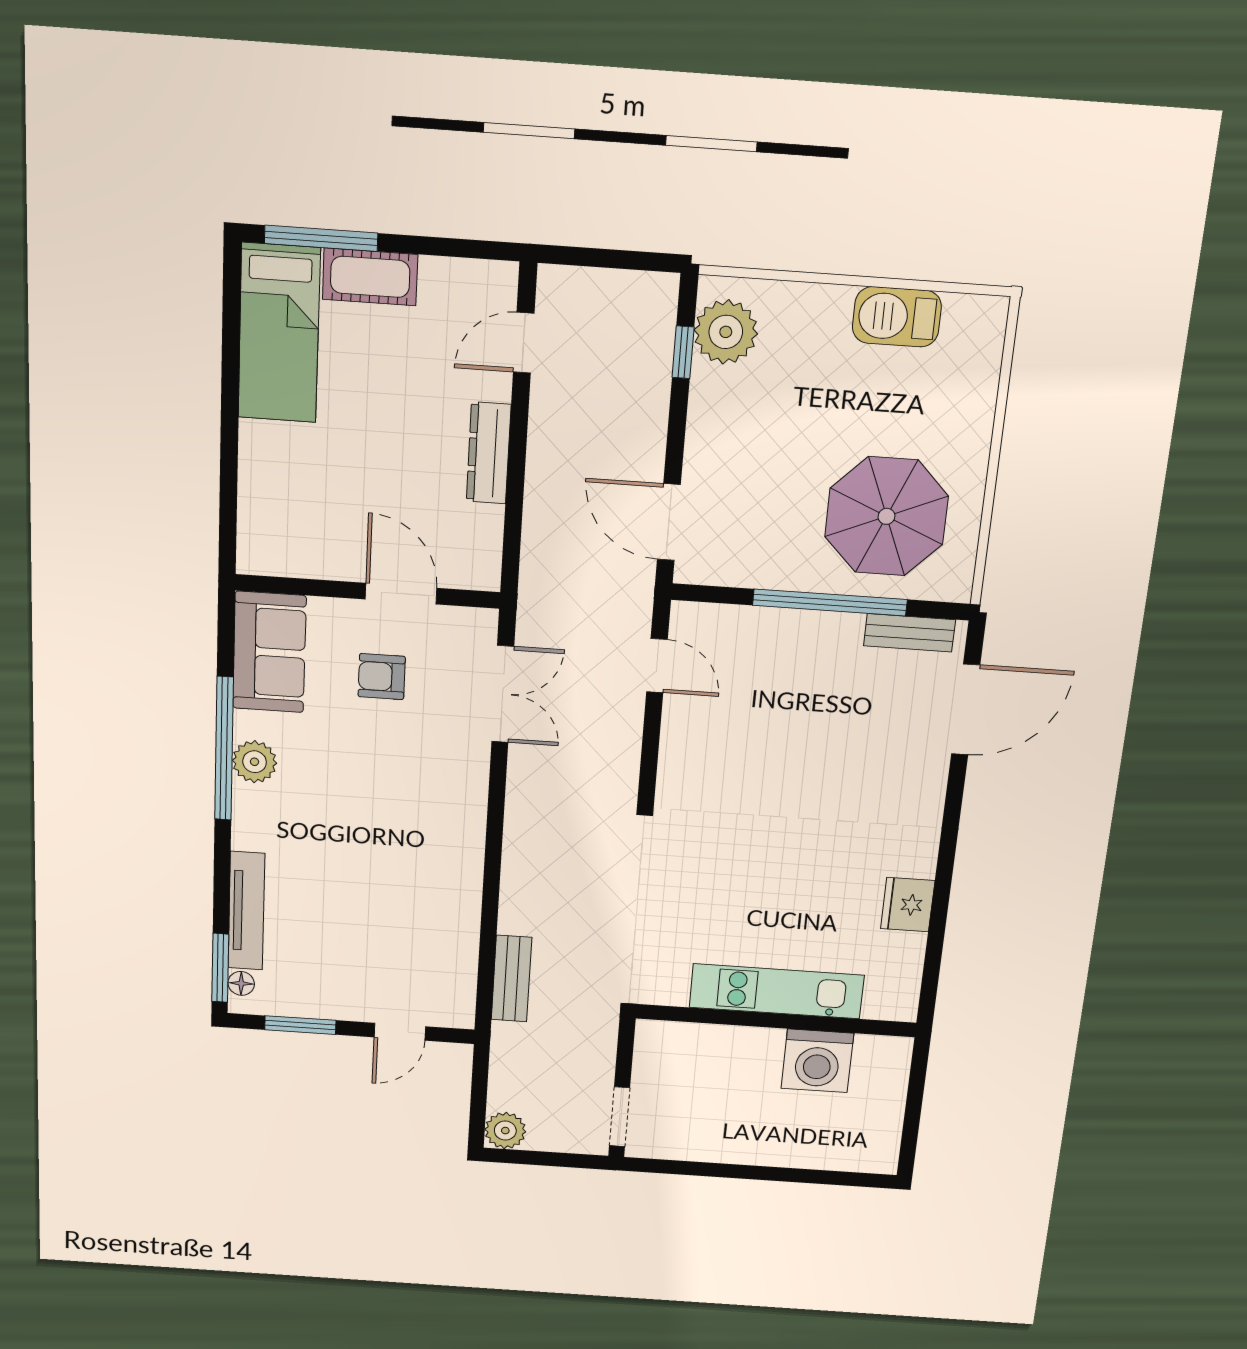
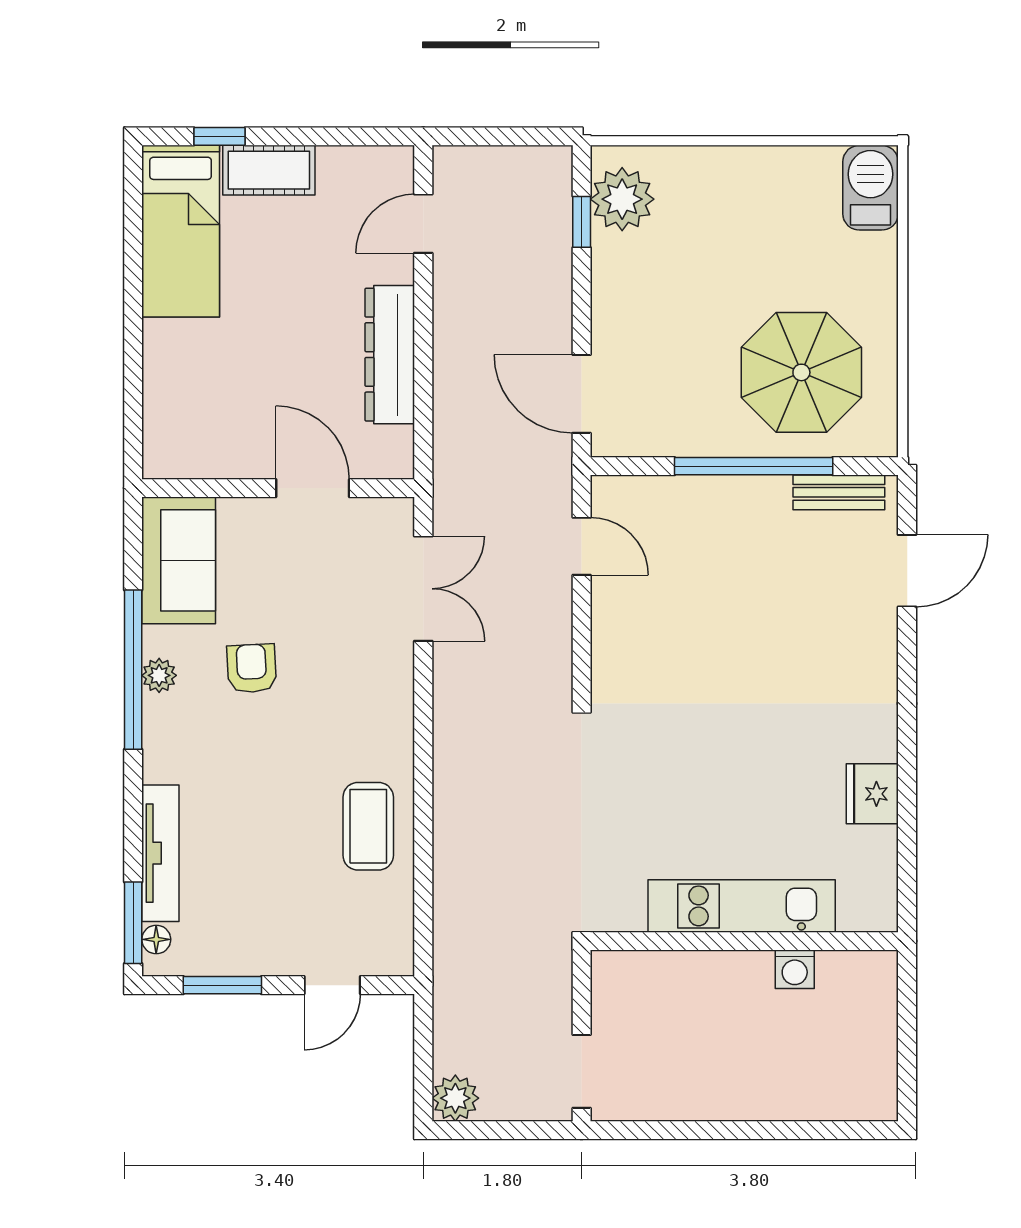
window: (321, 238) -> (219, 136), width x0.46
barbecue: (897, 317) -> (871, 188), moved, turned 90
dresser: (489, 453) -> (390, 355), width x1.37, depth x1.24
armchair: (382, 677) -> (252, 668), moved, turned 87
door: (966, 710) -> (907, 571), width x0.73
plant: (255, 762) -> (159, 675), width x0.73, depth x0.73
coffee table: (439, 901) -> (368, 826), added
bench: (511, 979) -> (451, 912), removed
washing machine: (817, 1061) -> (795, 969), width x0.53, depth x0.53

